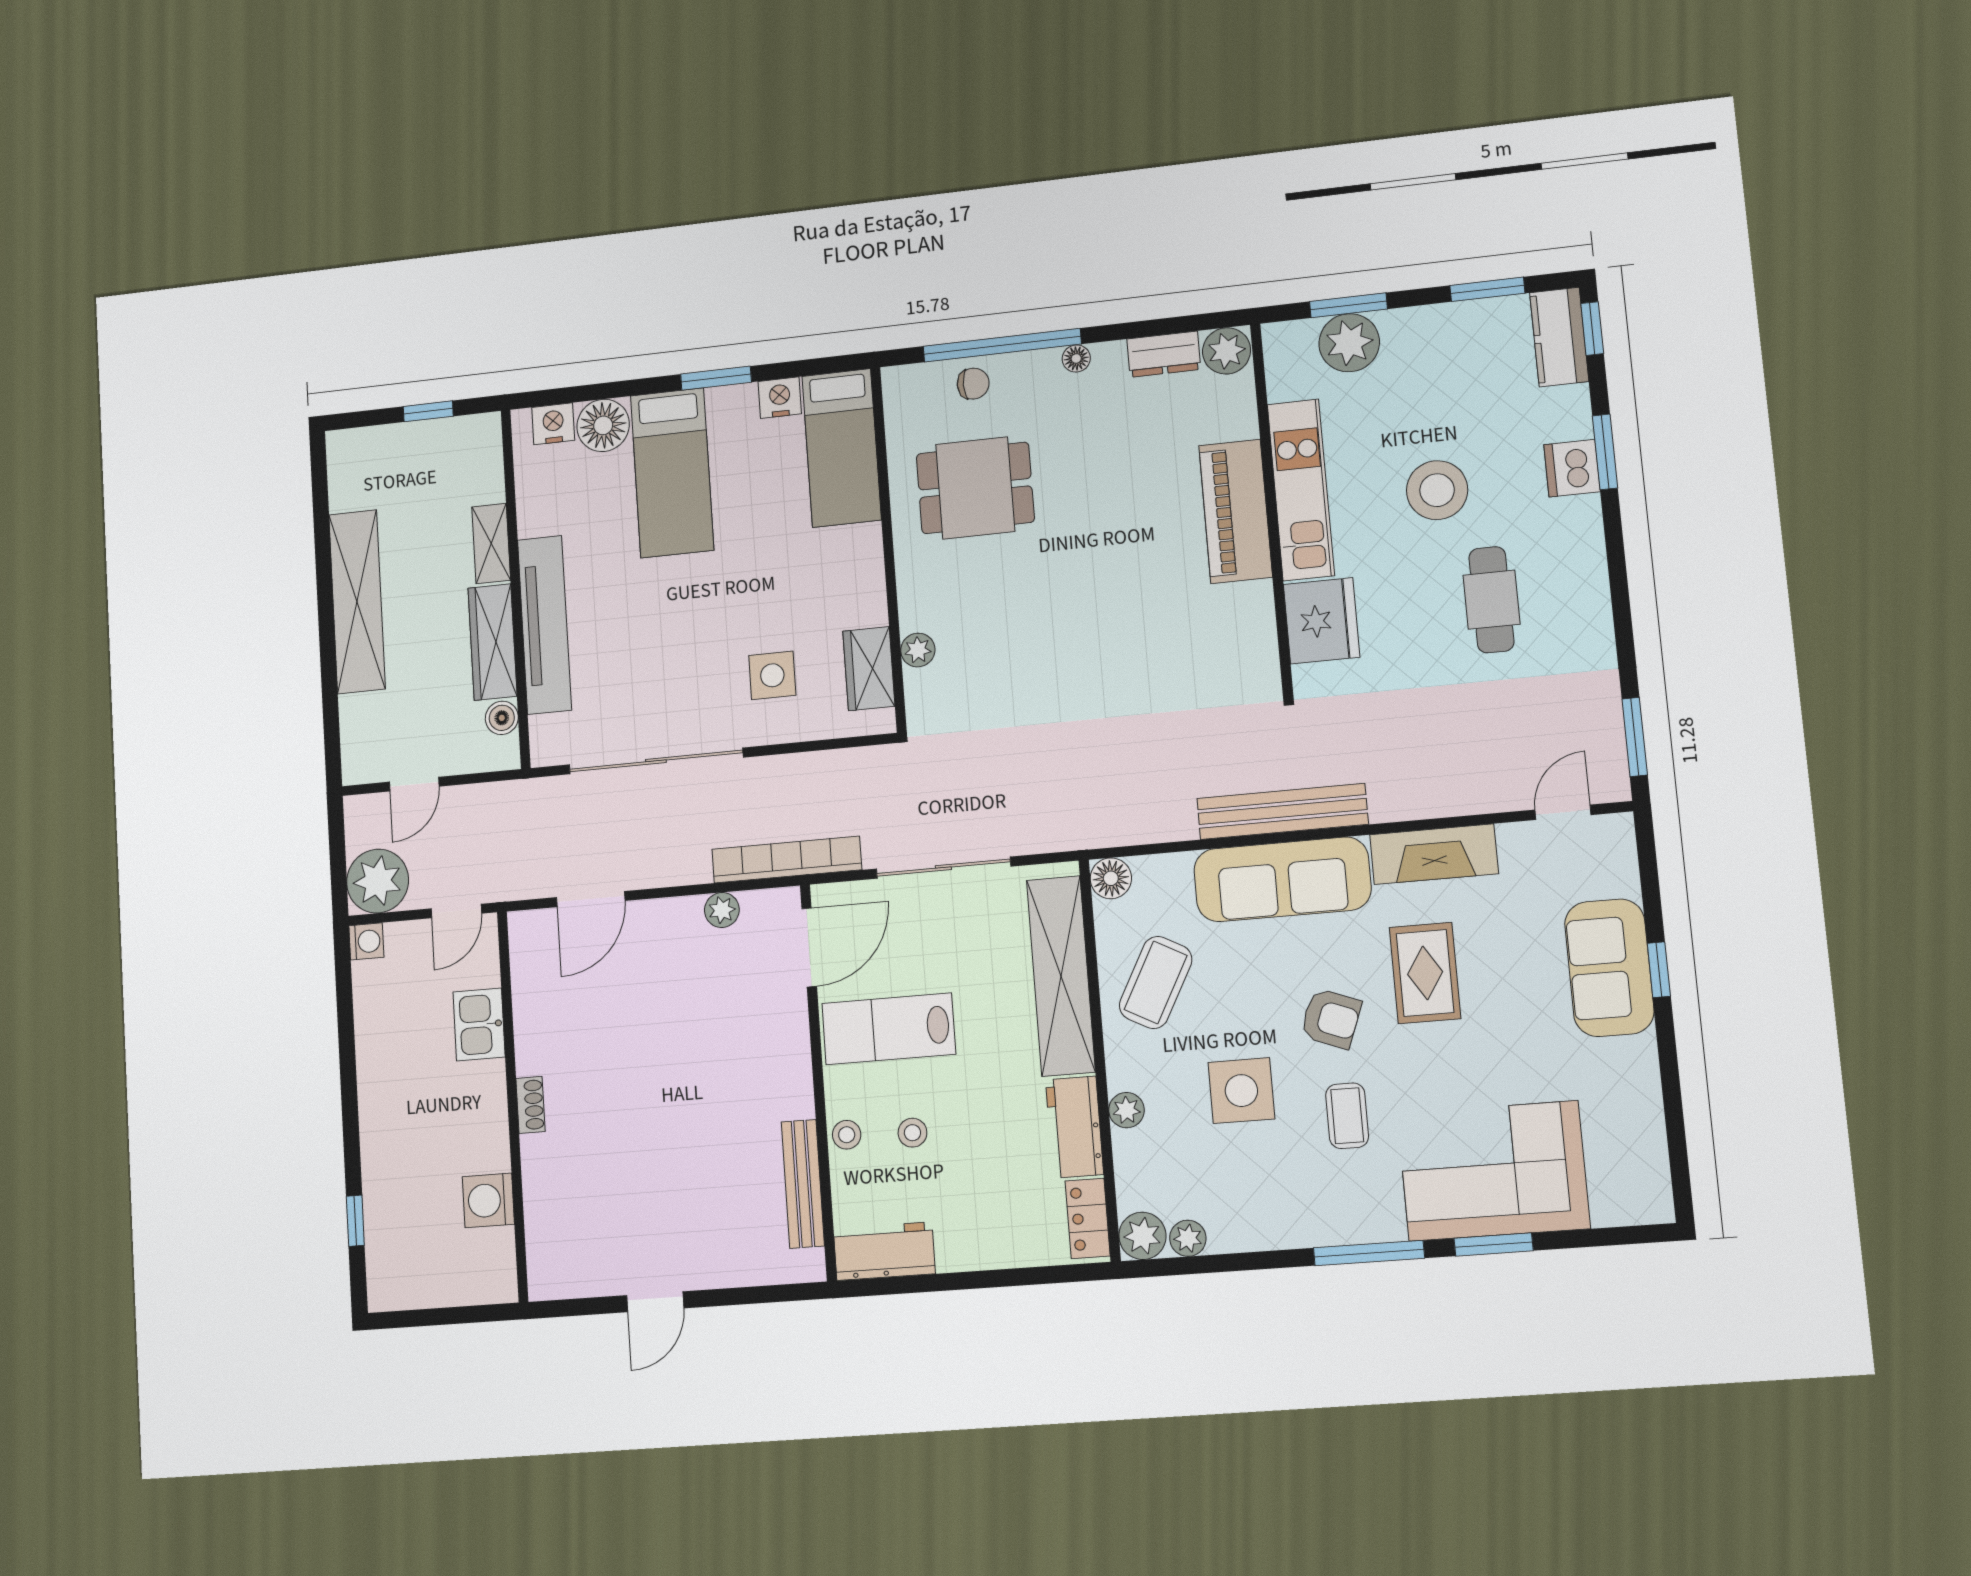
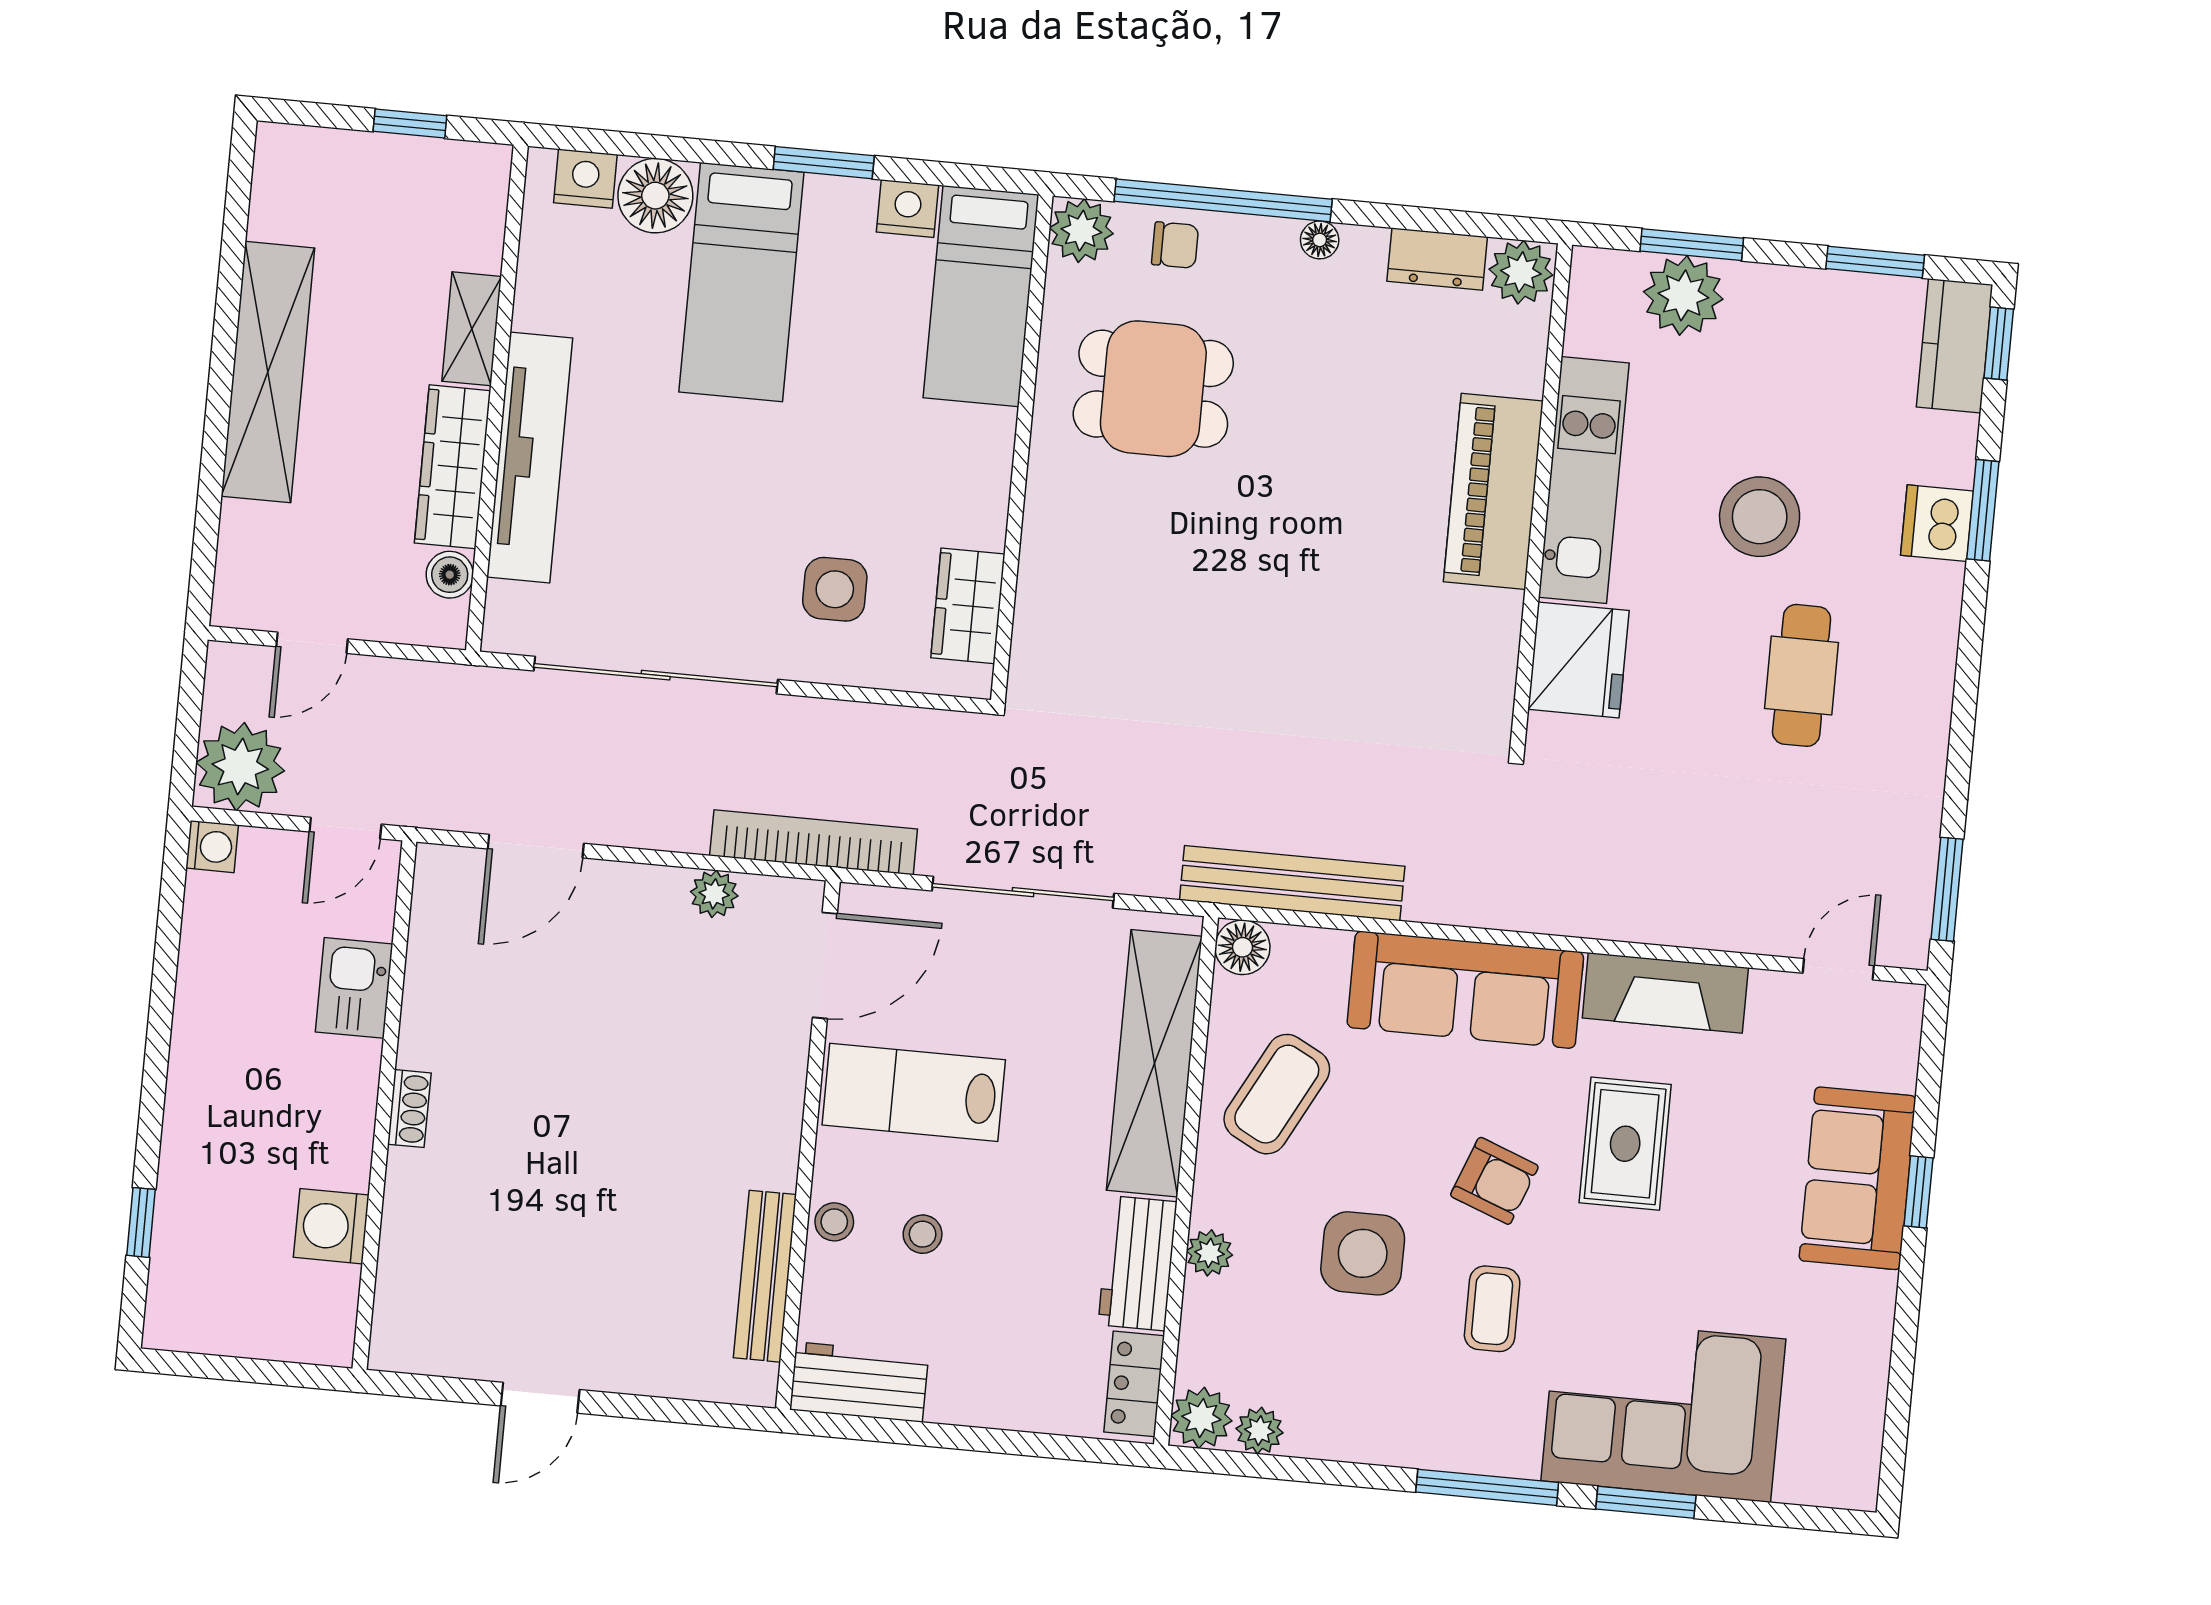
plant: (918, 650) -> (1081, 231), moved, width x1.38, depth x1.38
bench: (1282, 811) -> (1292, 883), moved

